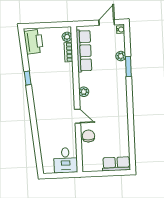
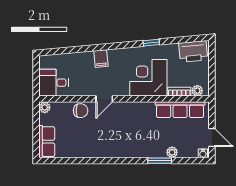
corner desk: (58, 79) -> (148, 78), added
plant: (84, 92) -> (45, 107), moved
filing cabinet: (43, 121) -> (101, 59), added

